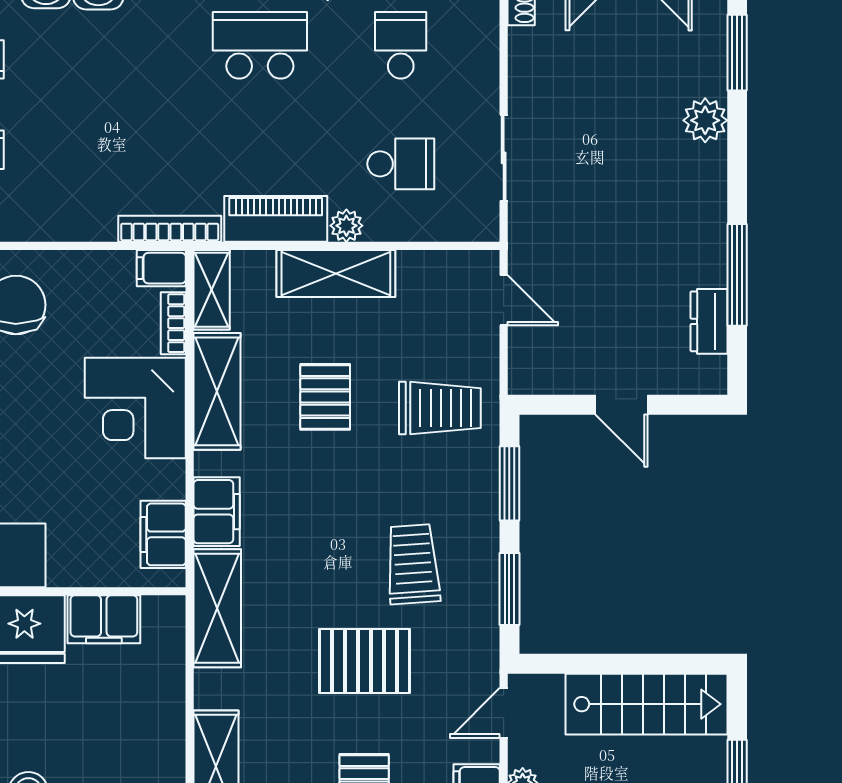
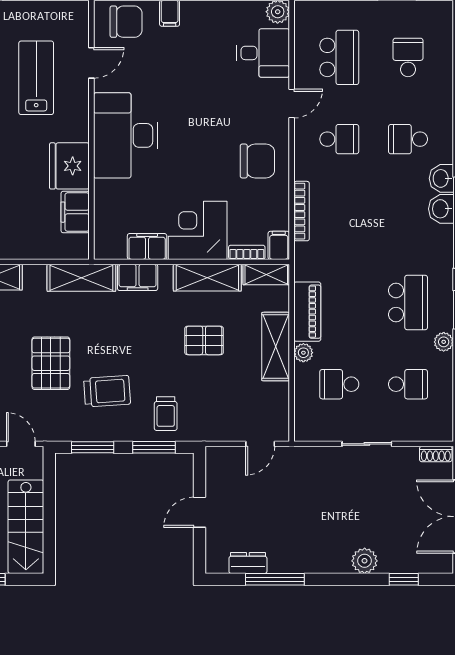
window: (737, 53) -> (404, 579), width x0.67
sliding door: (504, 158) -> (367, 444), moved
school desk: (401, 164) -> (339, 384), turned 90
bookcase: (170, 229) -> (302, 211), moved
trolley: (440, 408) -> (166, 414), moved, width x0.73, depth x0.72
filing cabinet: (163, 534) -> (147, 246), moved

